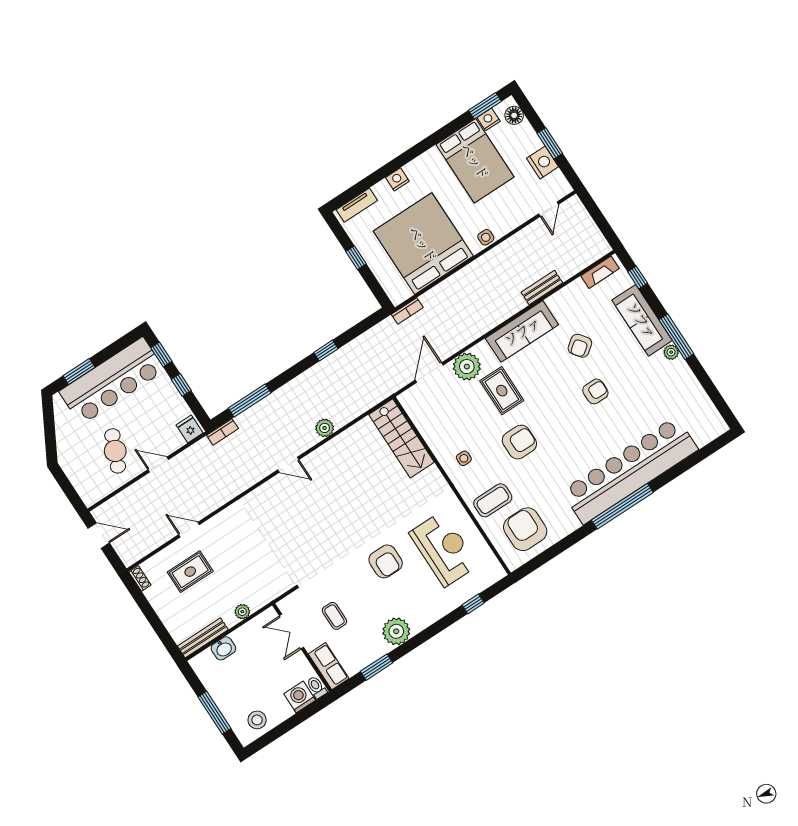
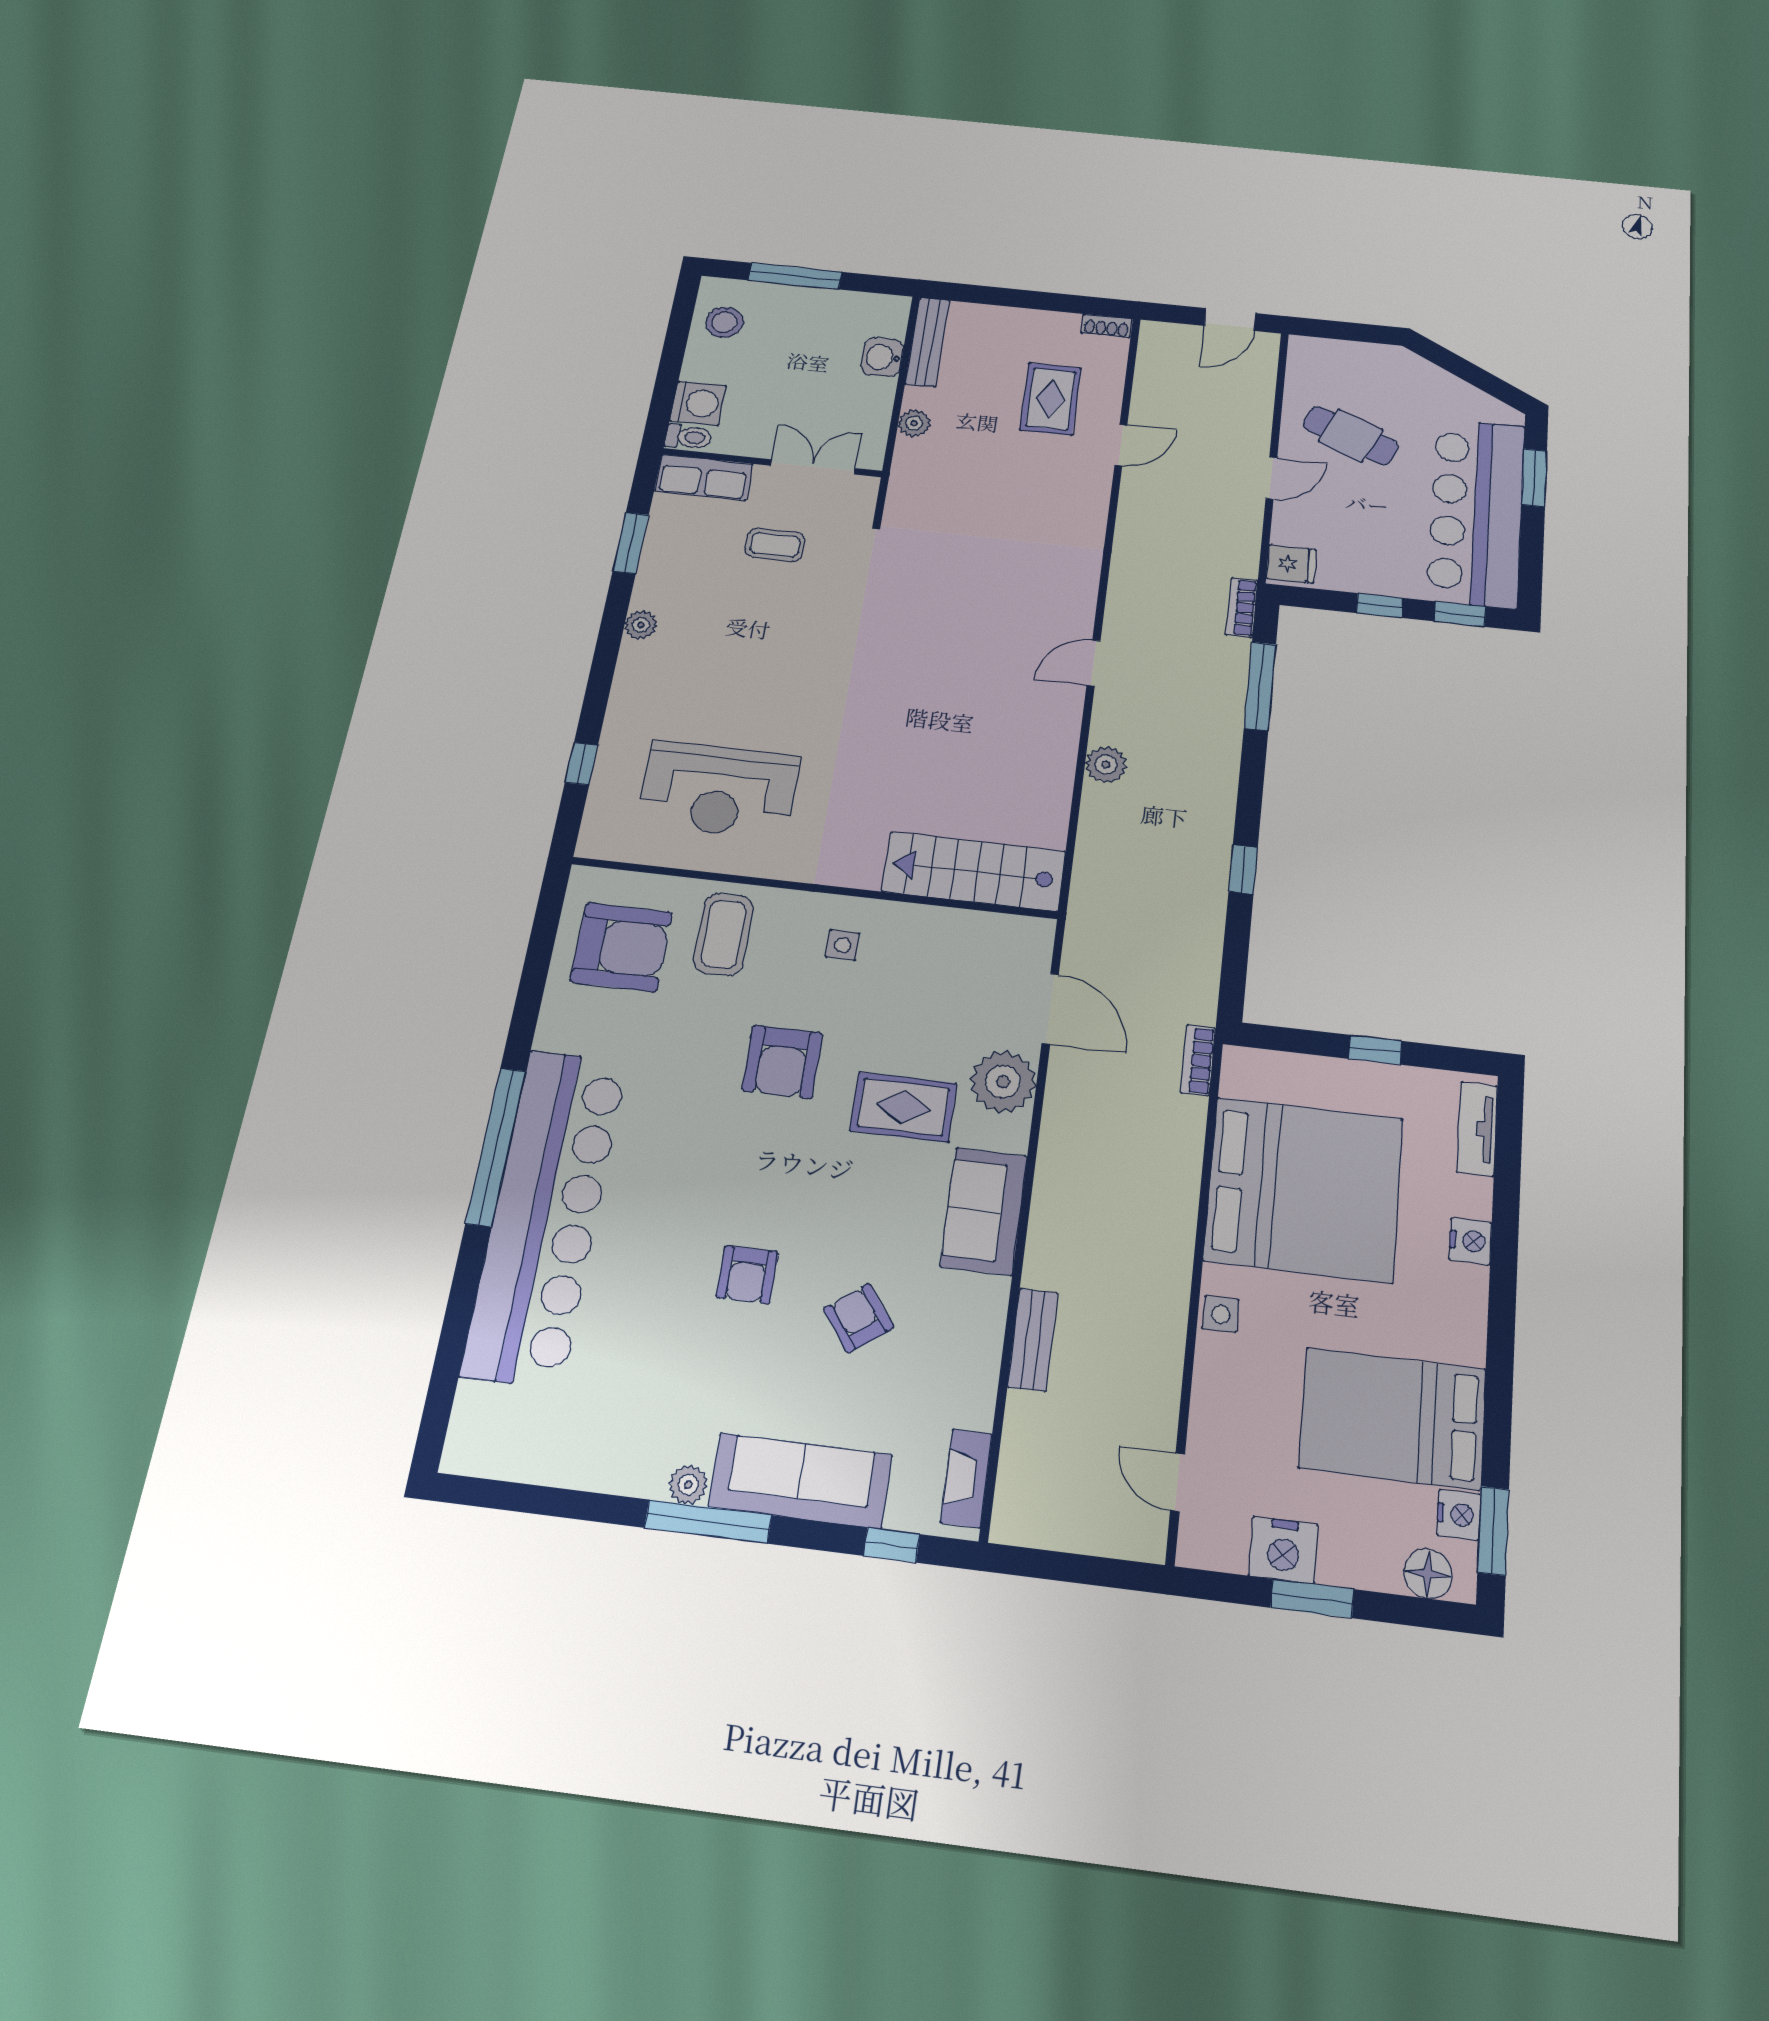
sofa: (522, 331) -> (984, 1211), width x0.73
armchair: (386, 561) -> (787, 686), removed
plant: (396, 631) -> (641, 625), width x0.53, depth x0.53

